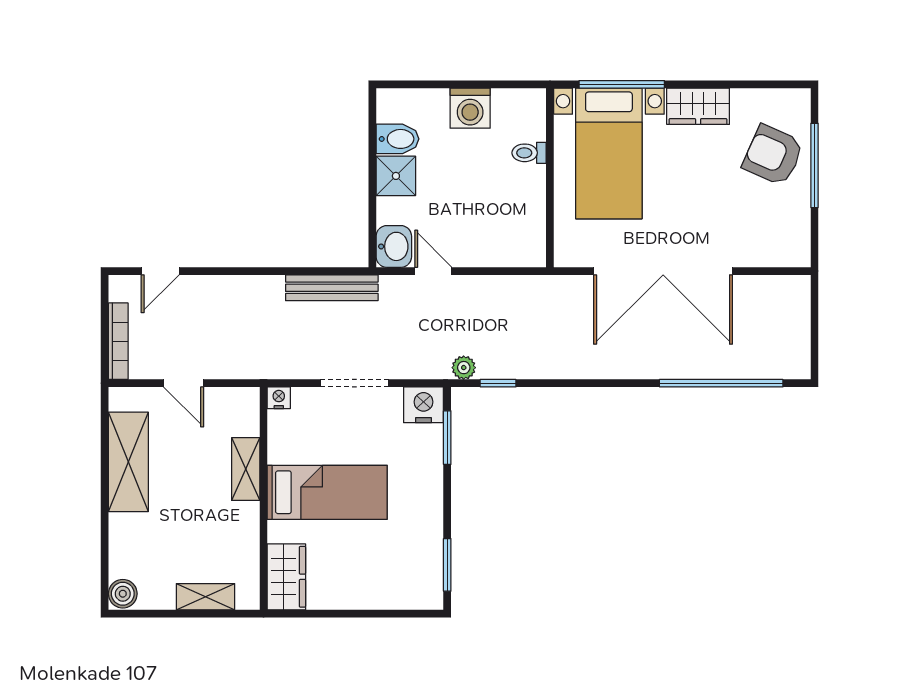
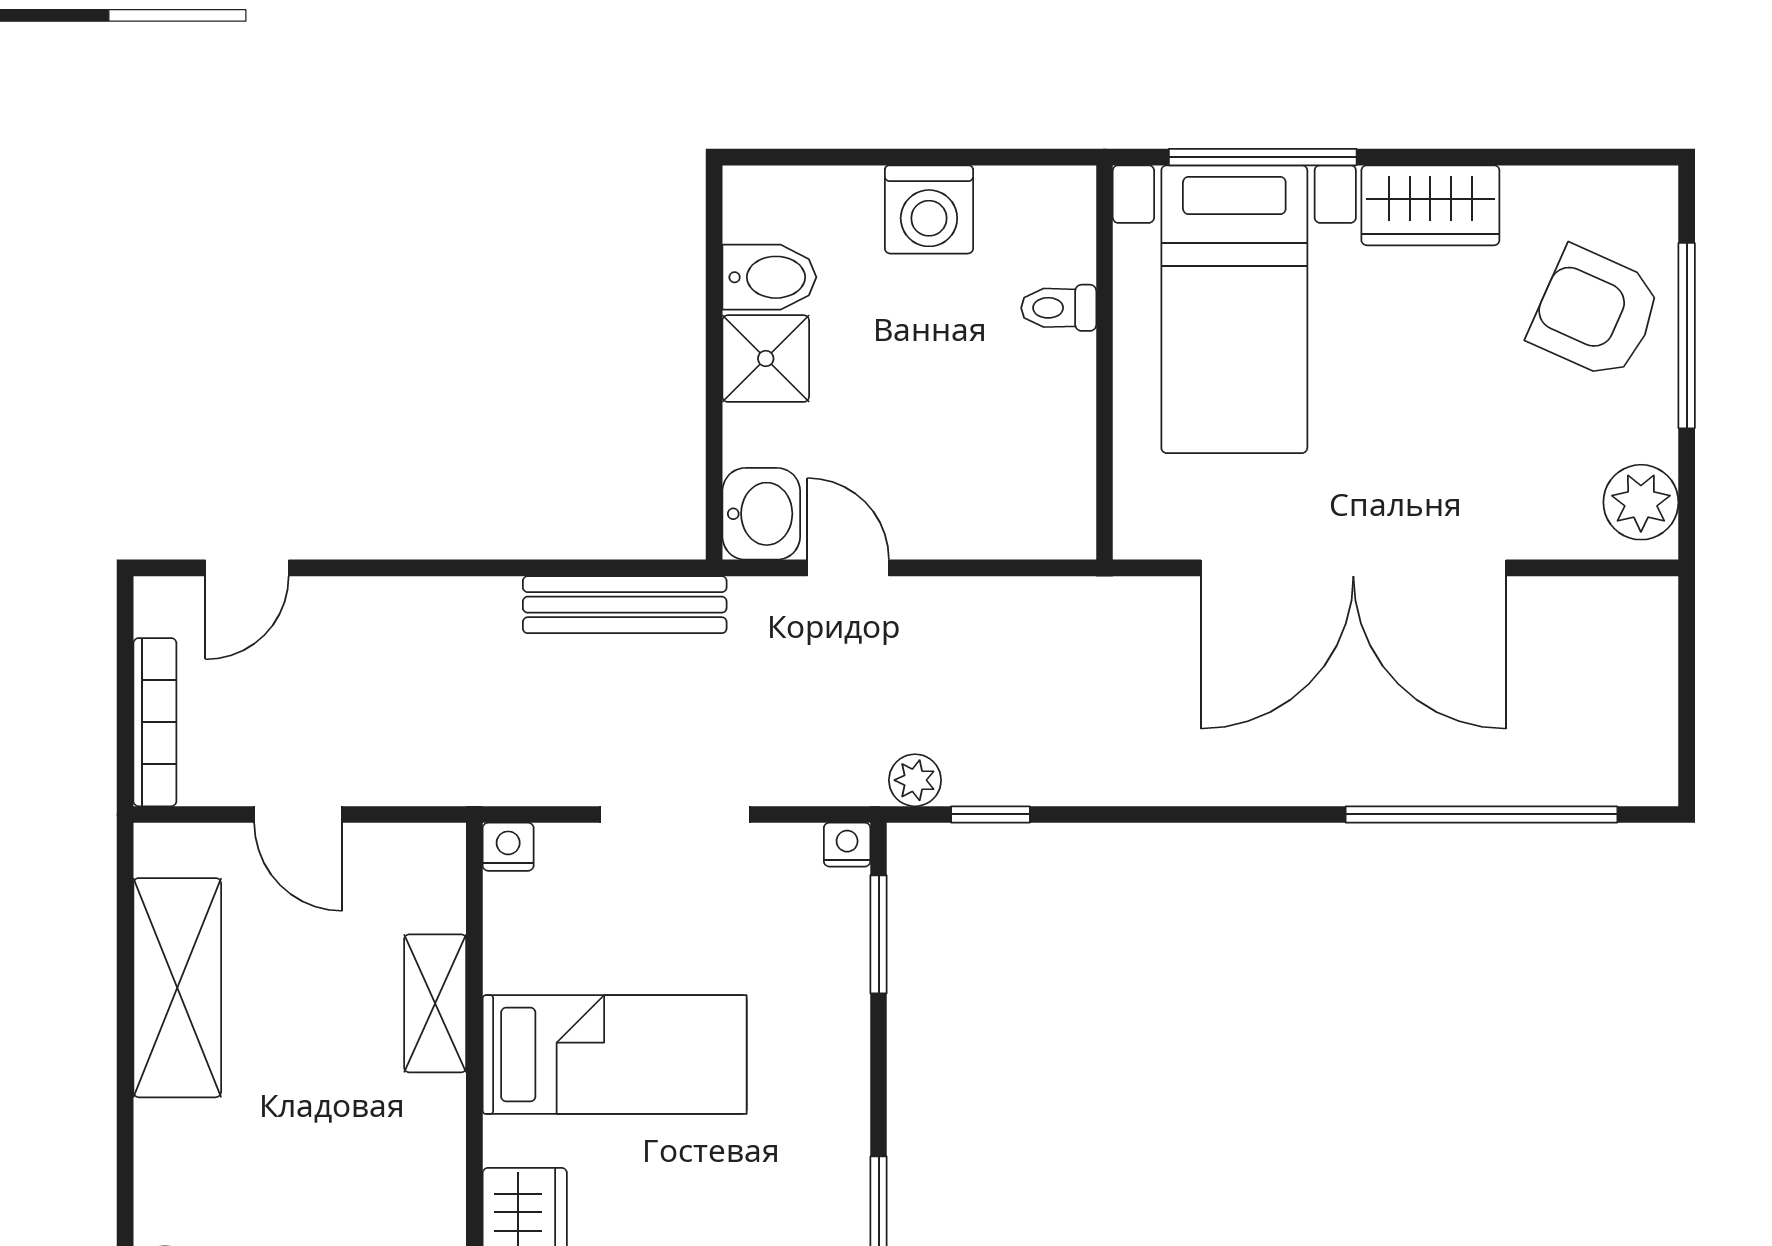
plant: (794, 241) -> (1641, 502), added
nightstand: (424, 405) -> (847, 845), width x0.53, depth x0.56

